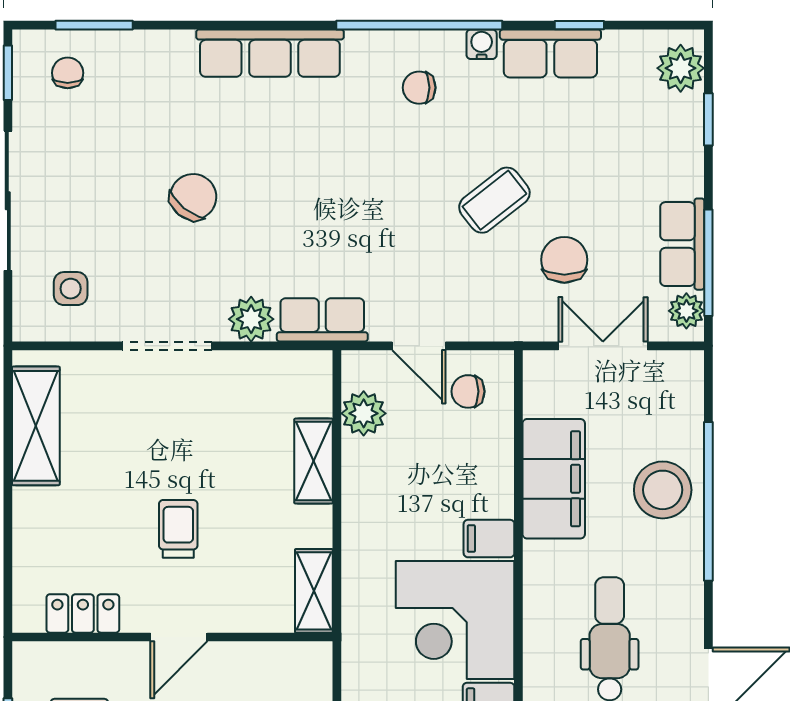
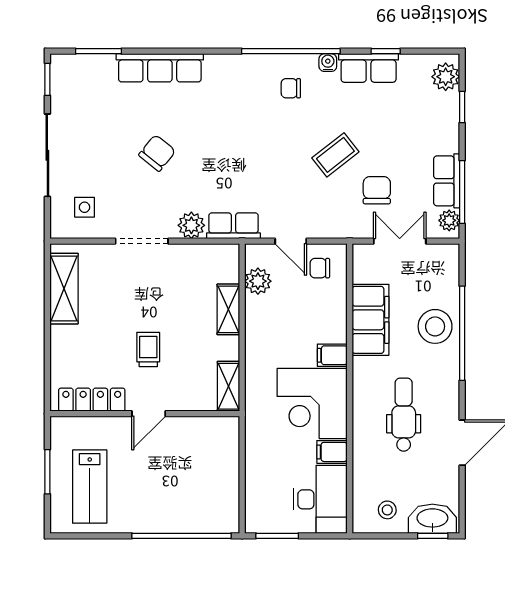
row of seats: (270, 53) -> (160, 68), moved
chair: (68, 73) -> (83, 80), removed
locker: (83, 613) -> (92, 400), width x1.53

